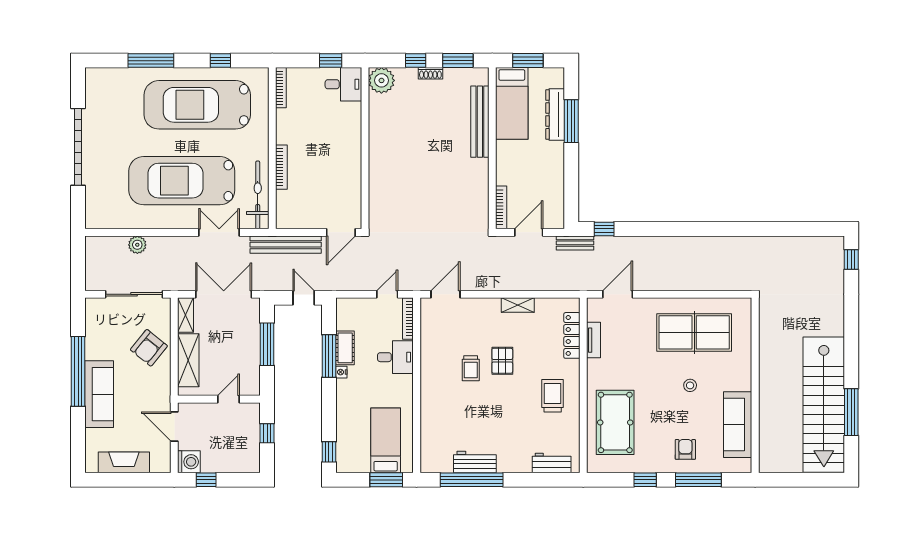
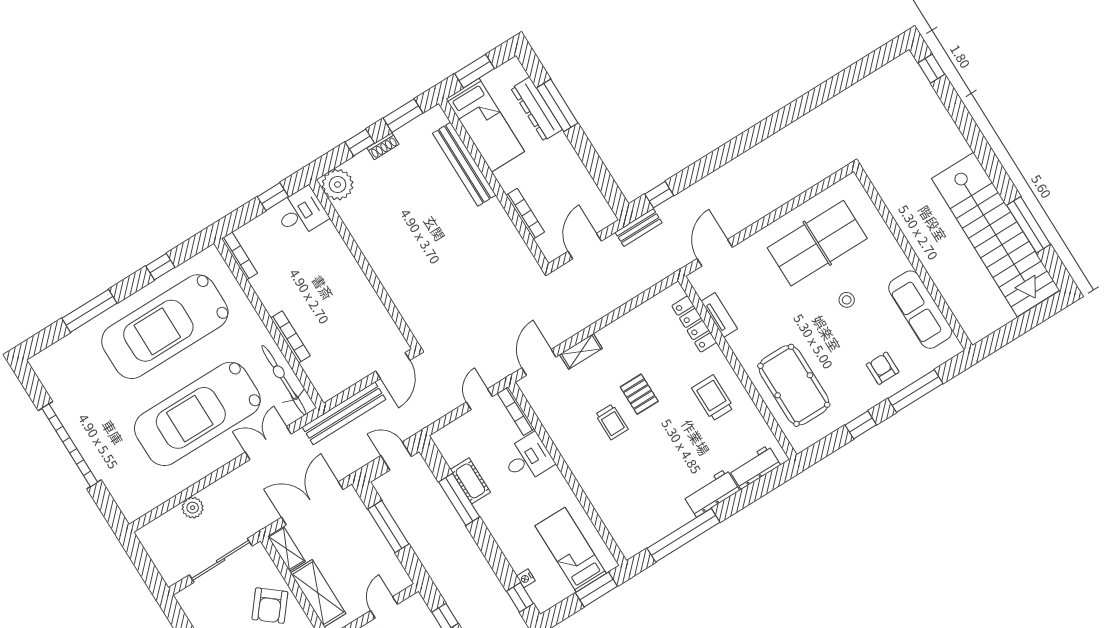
bookcase: (501, 207) -> (525, 214), moved
shelving: (518, 305) -> (581, 351), moved
nightstand: (341, 372) -> (526, 578), moved
workbench: (475, 462) -> (711, 493), moved

